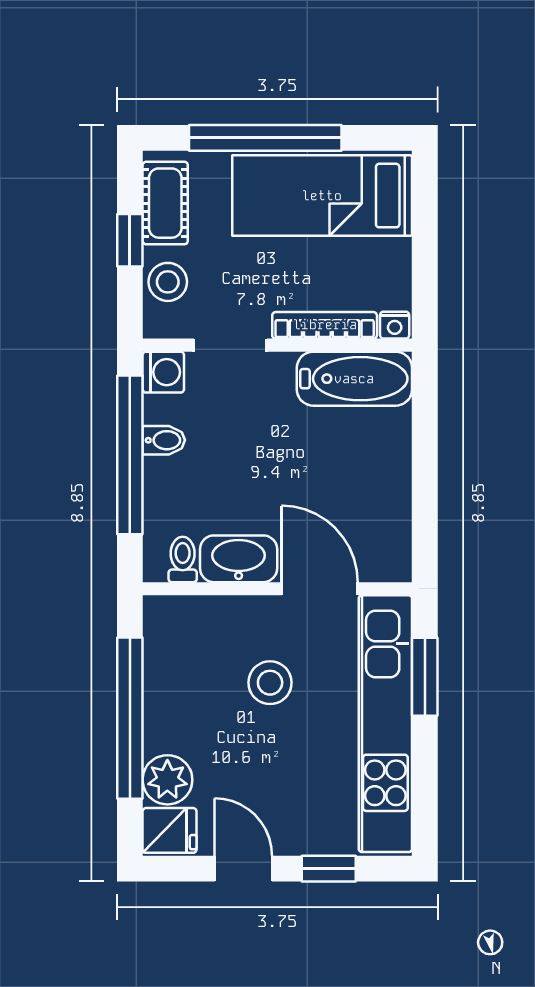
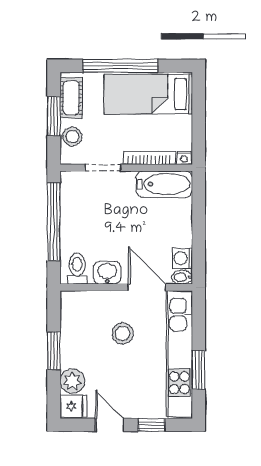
window: (130, 240) -> (54, 116), width x1.50
washing machine: (163, 372) -> (182, 258), moved, turned 180
bidet: (164, 440) -> (182, 277), moved, turned 180
toilet: (183, 559) -> (77, 269), width x1.37, depth x1.39
washbasin: (239, 559) -> (107, 273), width x0.72
window: (425, 677) -> (199, 370), moved
window: (130, 718) -> (54, 351), width x0.47

